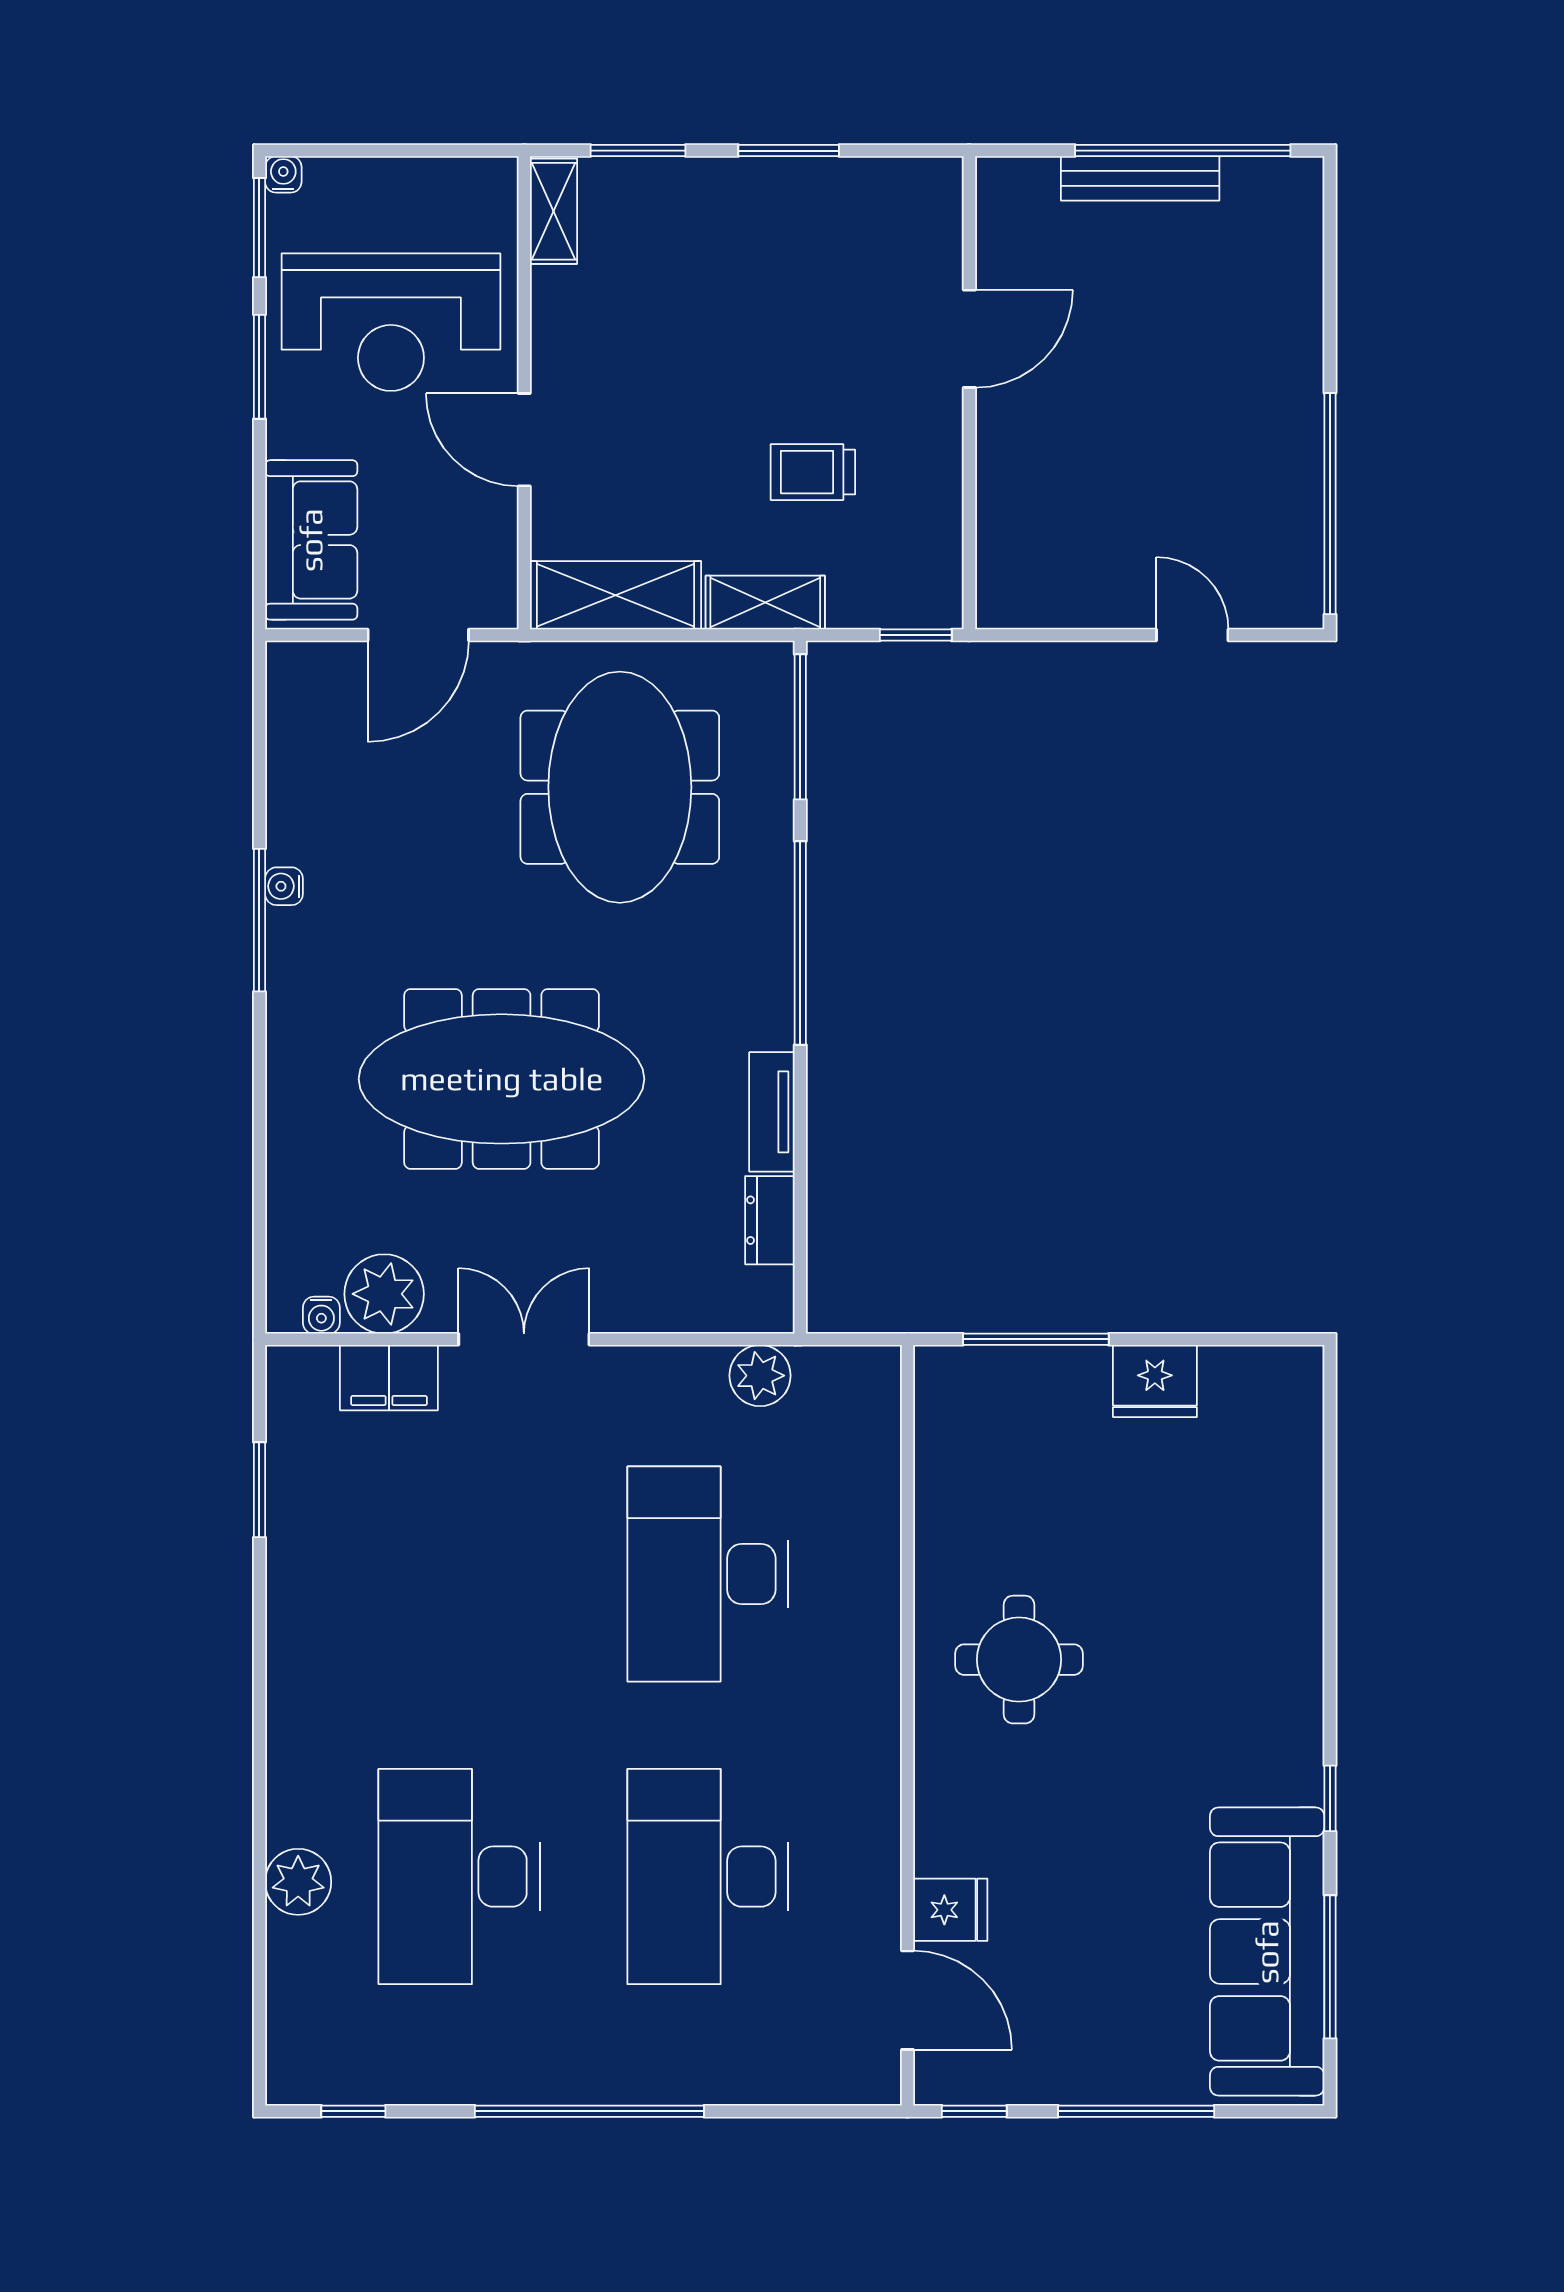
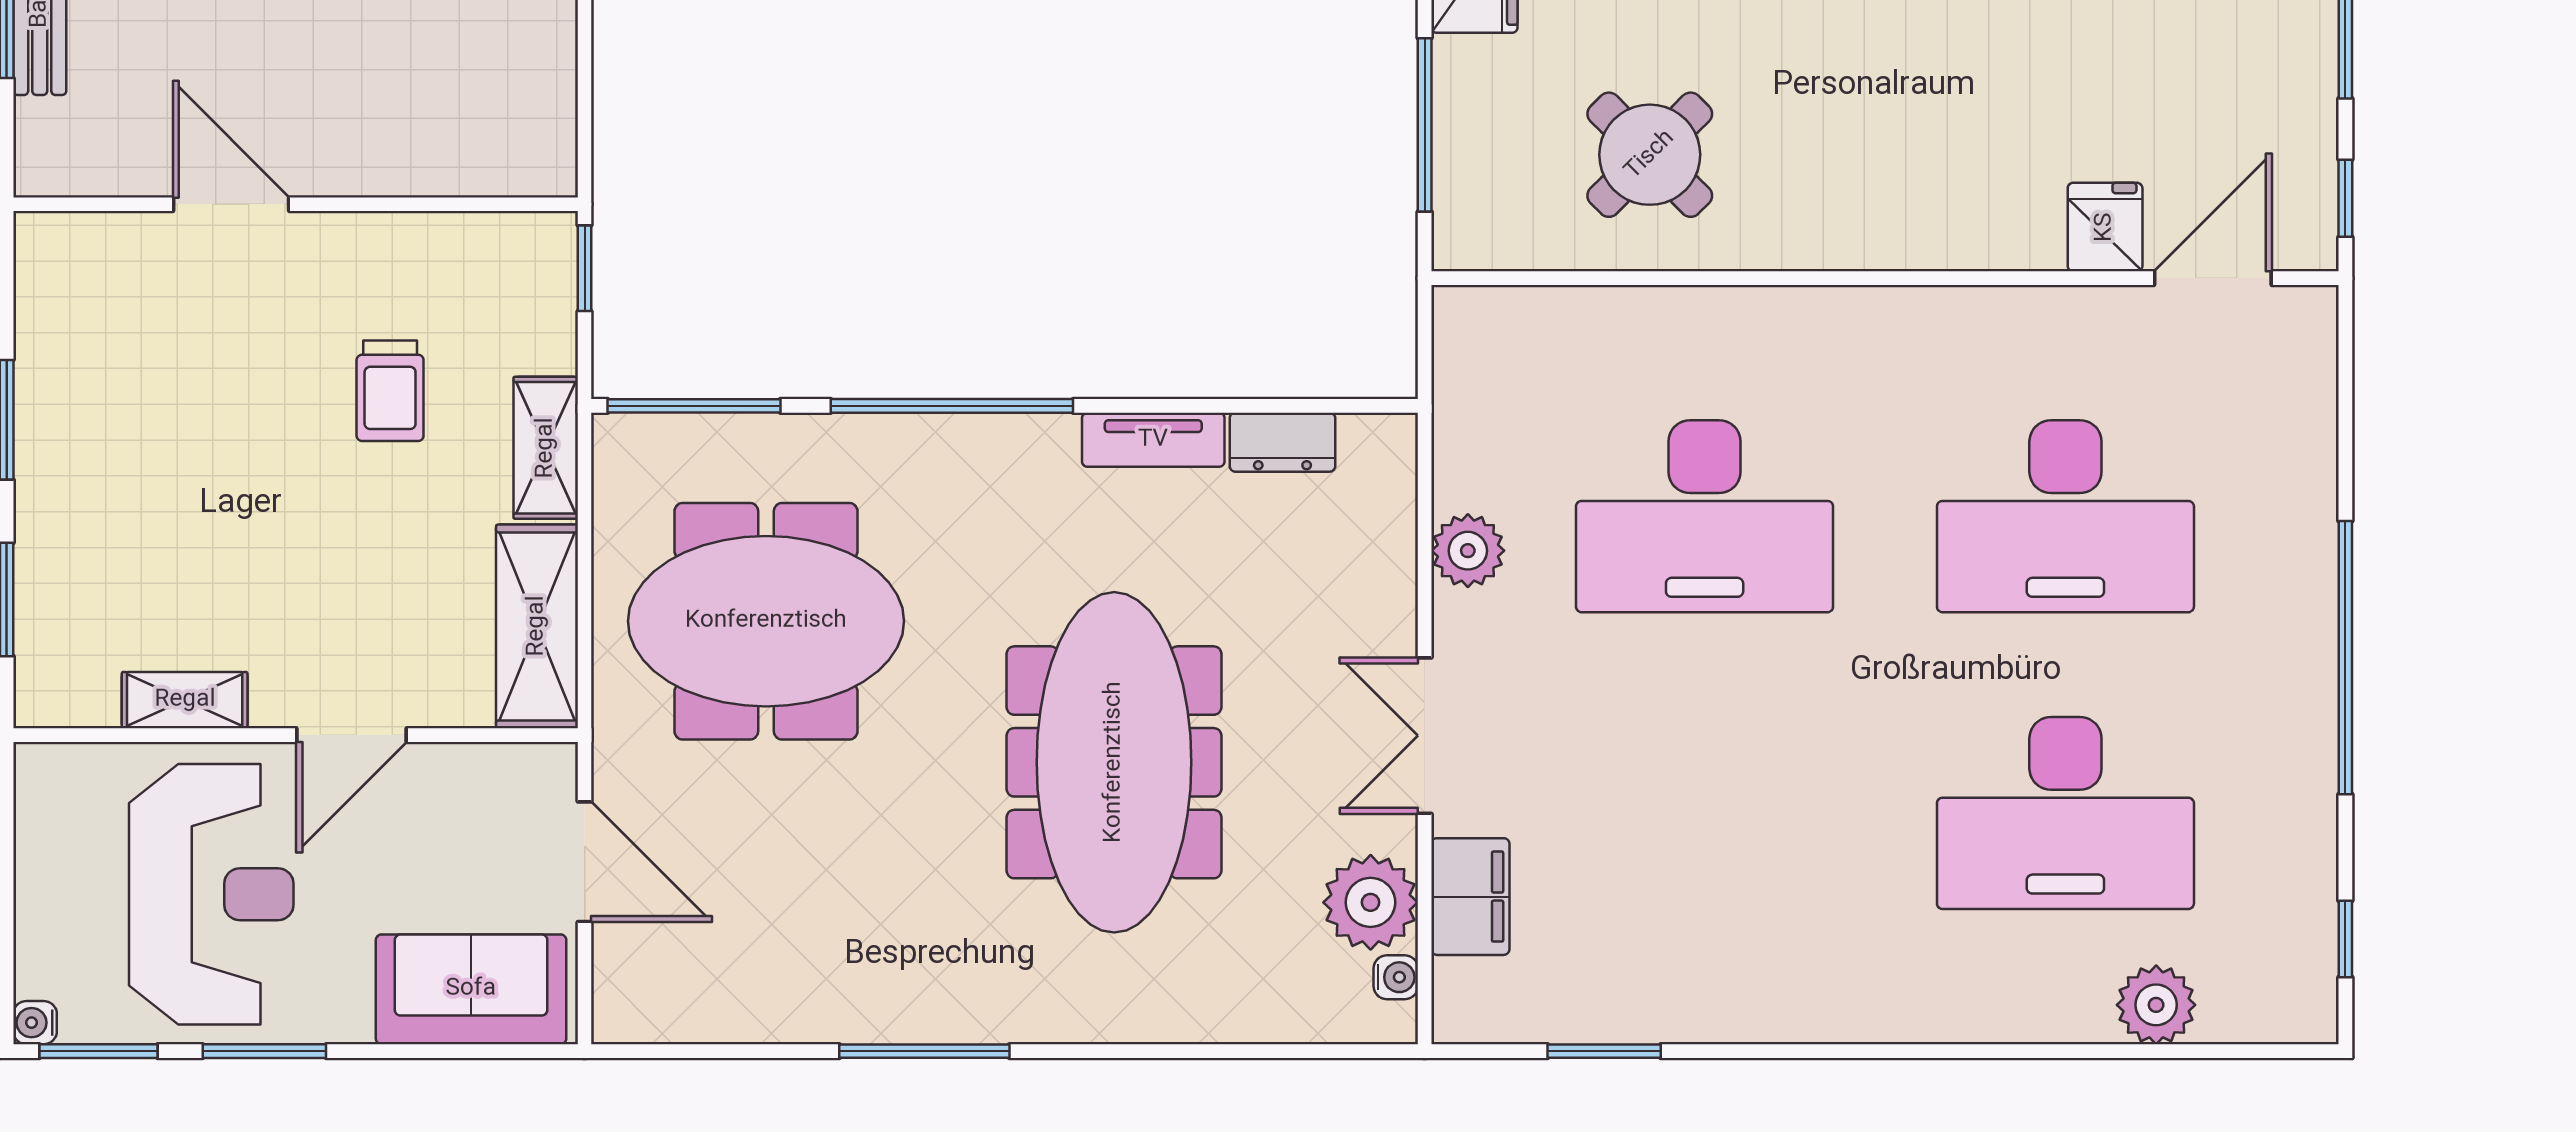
shelving: (554, 211) -> (185, 700), moved
water cooler: (284, 886) -> (884, 1022), removed
plant: (760, 1376) -> (1468, 551), moved
round table: (1019, 1660) -> (1650, 155), moved, turned 45
plant: (298, 1882) -> (2156, 1005), moved

